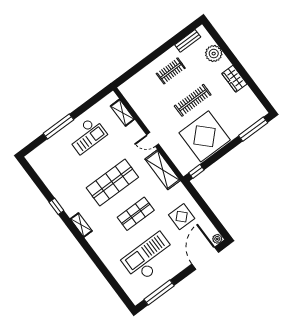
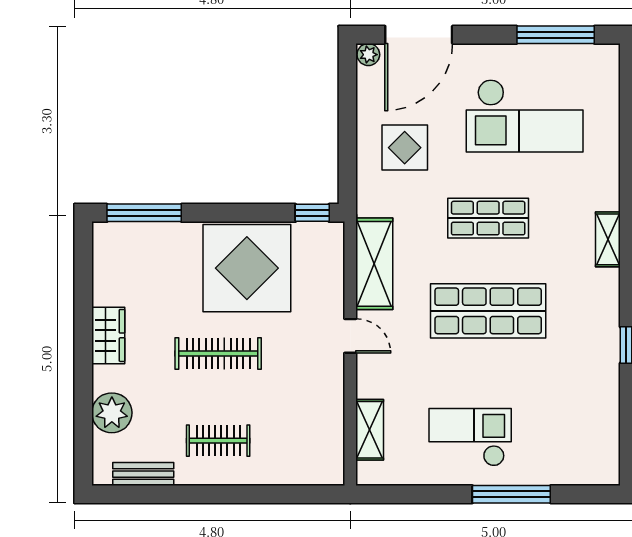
shelving: (81, 225) -> (608, 239), moved

